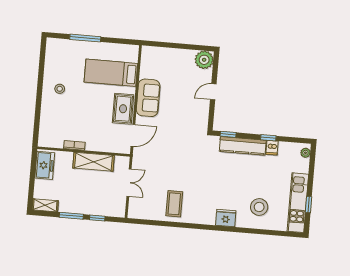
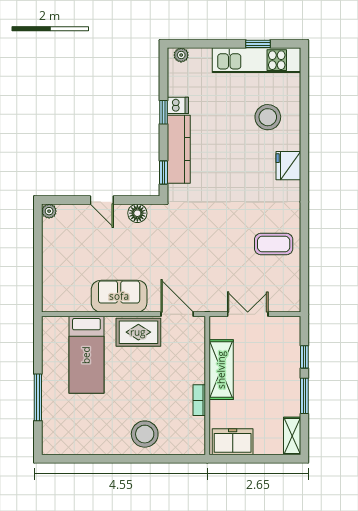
plant: (204, 60) -> (49, 211), width x0.53, depth x0.53
stool: (60, 89) -> (145, 434), moved, width x1.89, depth x1.89
floor lamp: (202, 115) -> (137, 213), added

